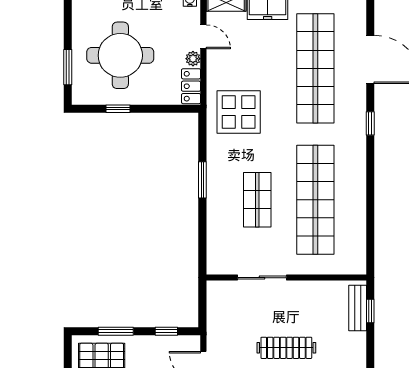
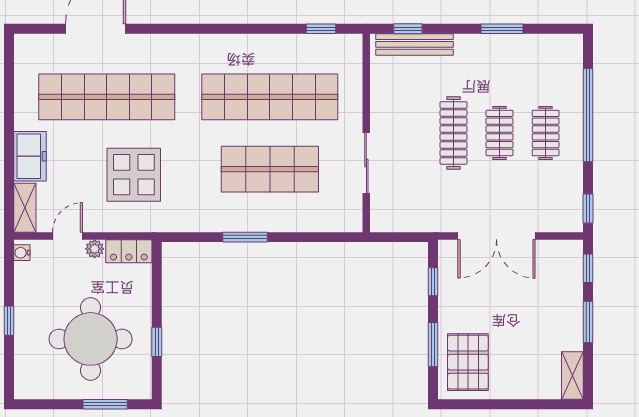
display table: (239, 112) -> (134, 175), moved
window: (370, 123) -> (321, 29), moved
shop shelf: (257, 200) -> (270, 169), width x1.43, depth x1.36
bench: (358, 308) -> (414, 44), width x1.36

